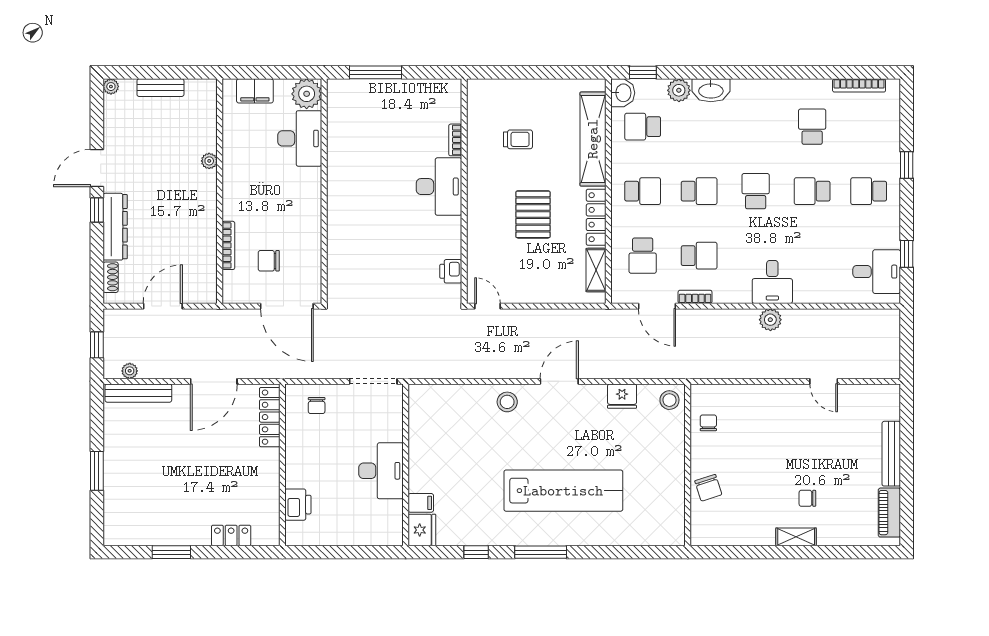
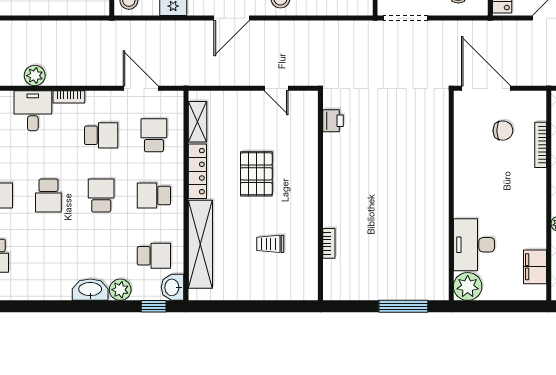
filing cabinet: (255, 91) -> (535, 267), moved, turned -90
desk: (439, 187) -> (344, 200), removed
school desk: (699, 191) -> (101, 196), turned 90
school desk: (699, 256) -> (101, 135), turned 180
bookcase: (695, 297) -> (69, 97), moved
door: (488, 306) -> (276, 88), moved

